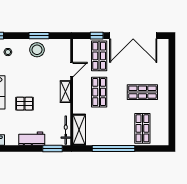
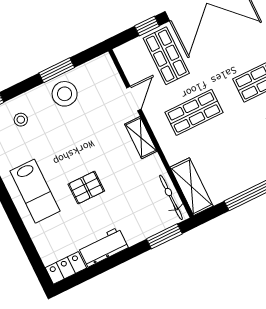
shop shelf: (99, 92) -> (194, 112), turned 90
workbench: (32, 139) -> (103, 247), moved

